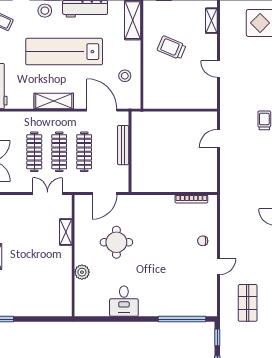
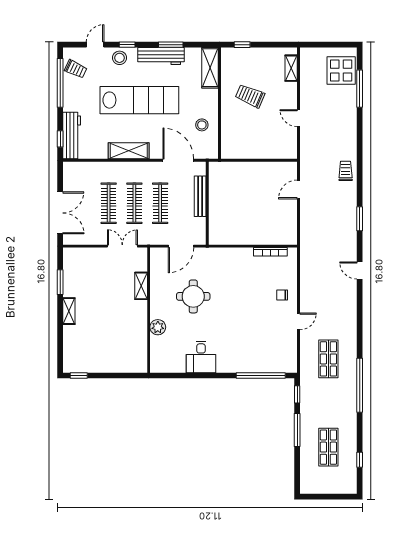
lab bench: (64, 52) -> (139, 100), turned 180

